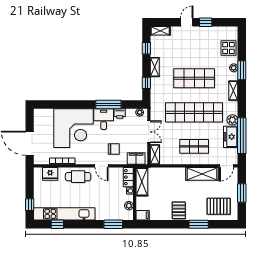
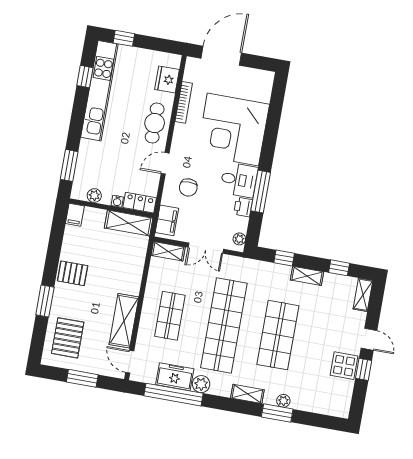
display table: (228, 48) -> (344, 366), moved

